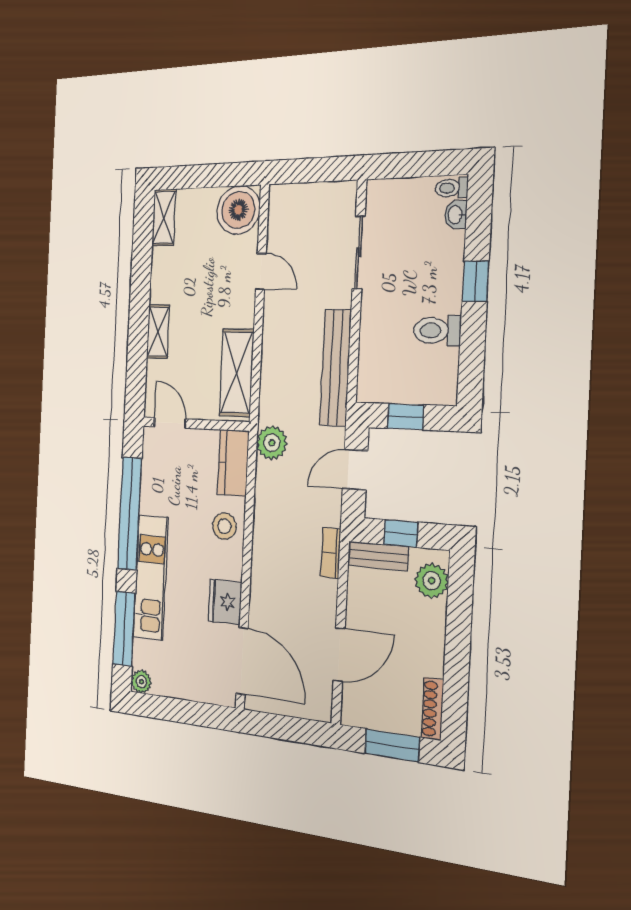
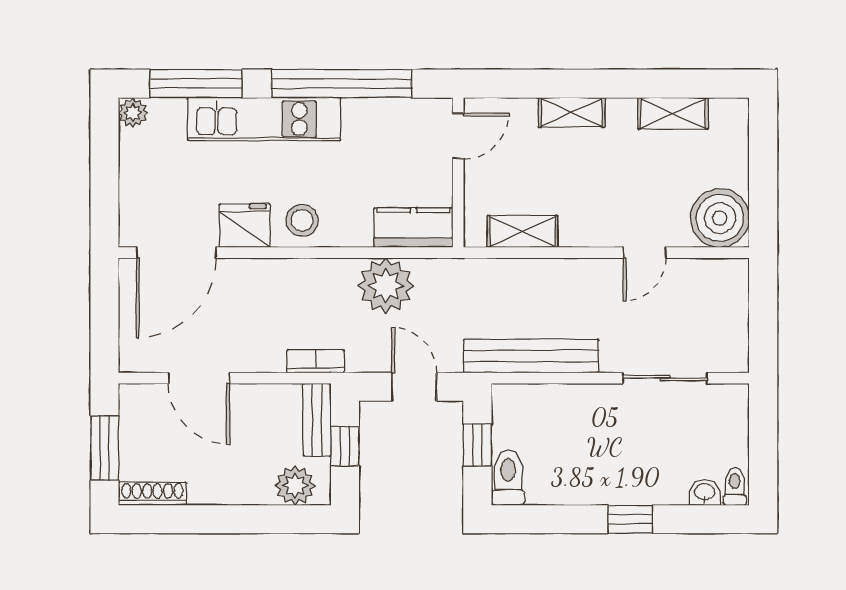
shelving: (164, 217) -> (673, 113), moved
toilet: (437, 330) -> (508, 478), moved
shelving: (237, 373) -> (522, 232), width x0.67, depth x0.75
plant: (272, 443) -> (386, 286), moved, width x1.36, depth x1.36
stool: (224, 526) -> (302, 220), moved

